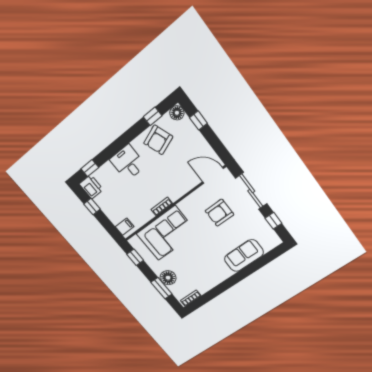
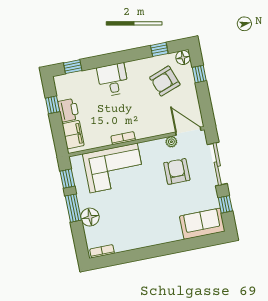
armchair: (158, 140) -> (165, 81), moved
printer: (91, 187) -> (68, 110), moved
plant: (203, 191) -> (171, 142), added
armchair: (219, 213) -> (177, 171), turned 90
filing cabinet: (125, 227) -> (73, 135), width x2.00
sofa: (244, 256) -> (202, 224), moved
window: (162, 288) -> (73, 208), moved

